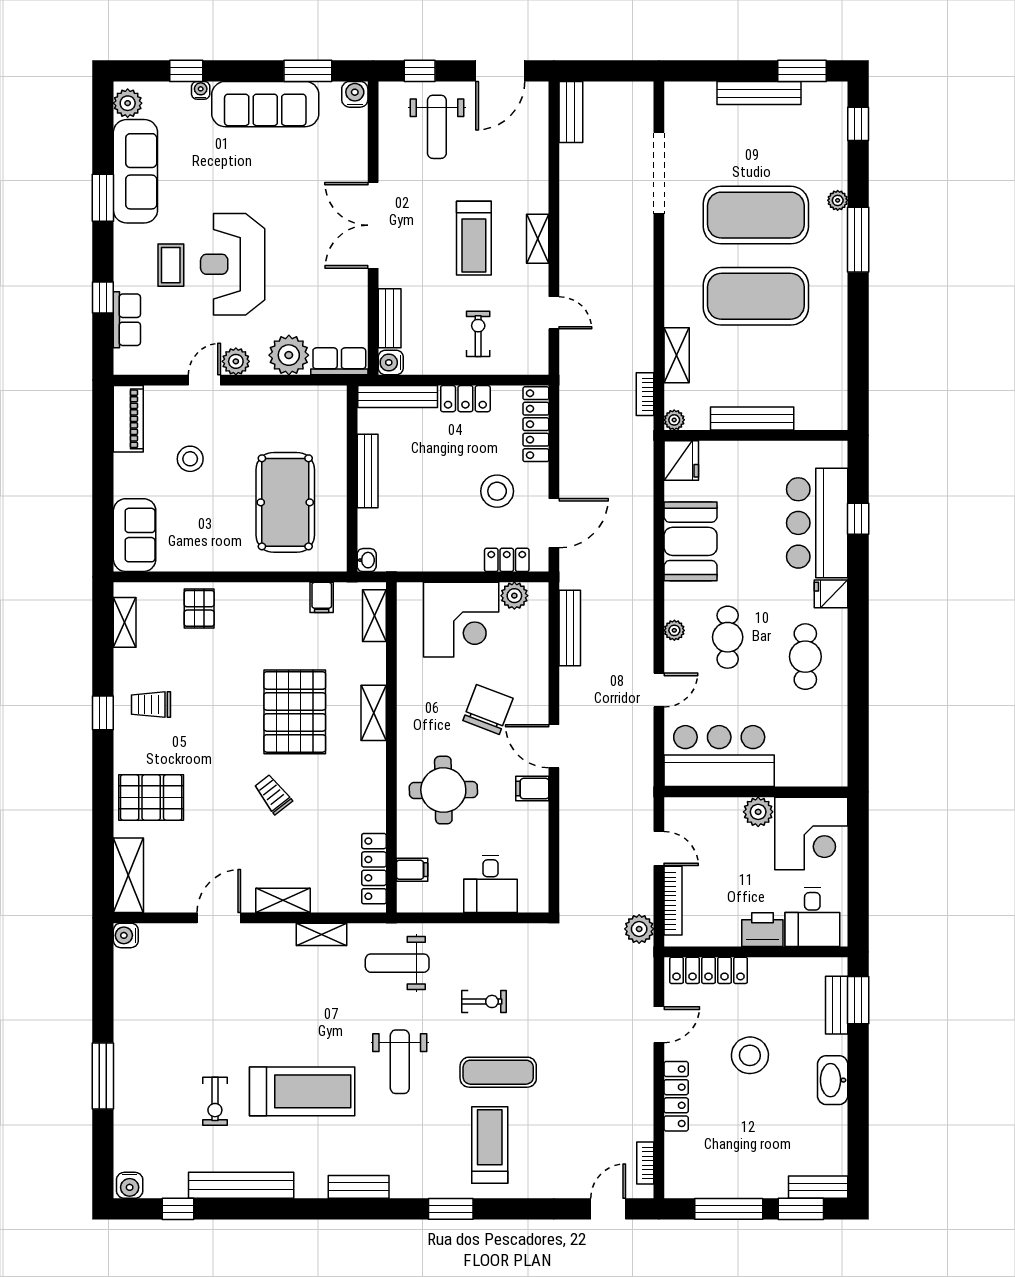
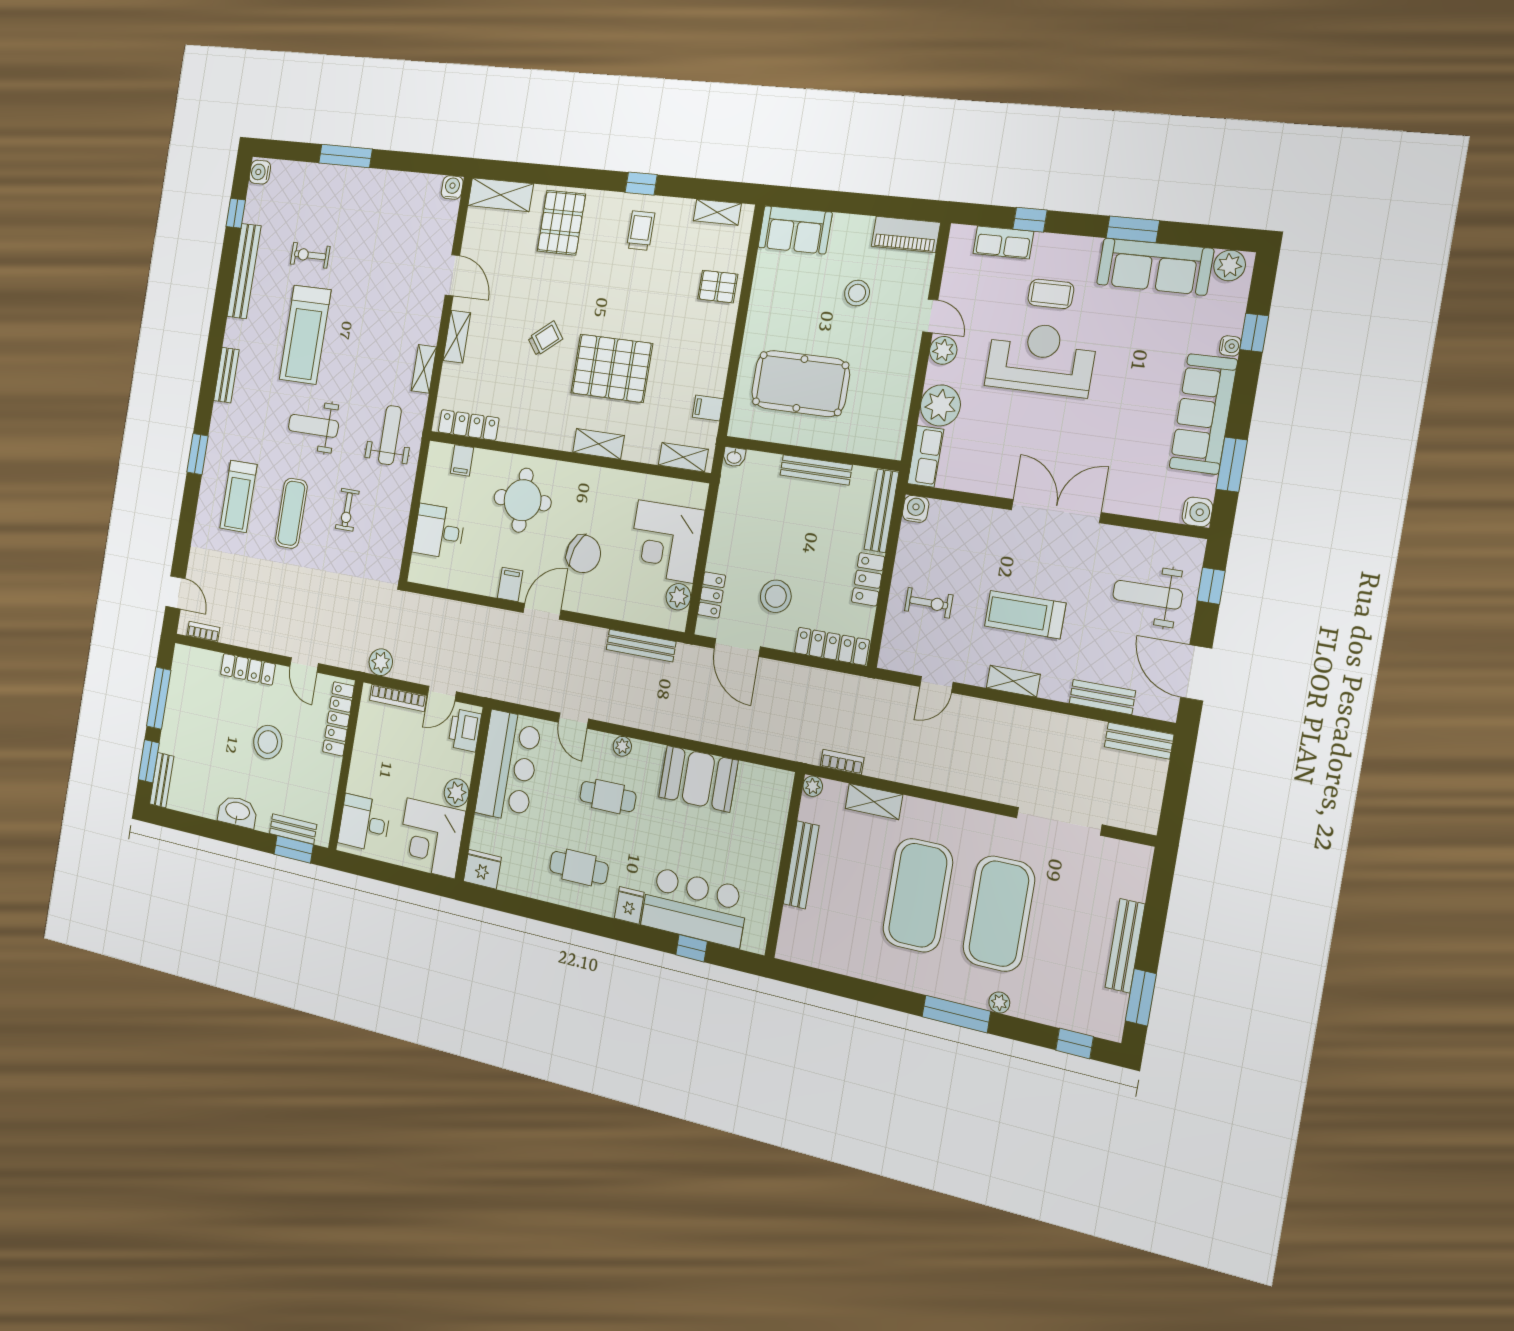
bench: (390, 318) -> (1102, 697), moved
fridge: (681, 460) -> (482, 869), moved, turned 180
printer: (762, 930) -> (465, 730), moved, turned 180
treadmill: (490, 1145) -> (238, 496), turned 90

